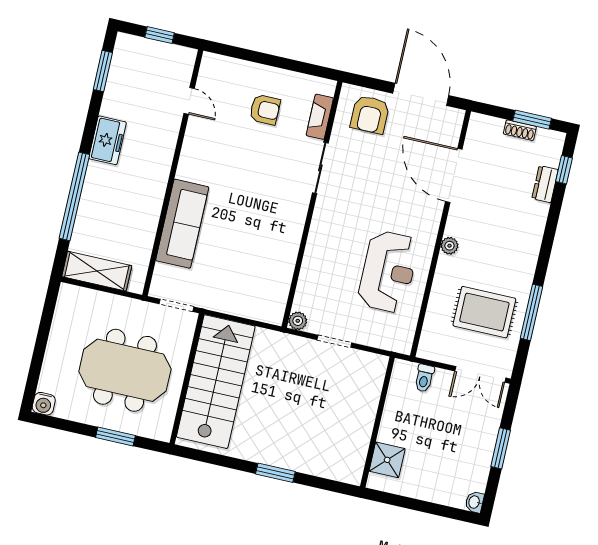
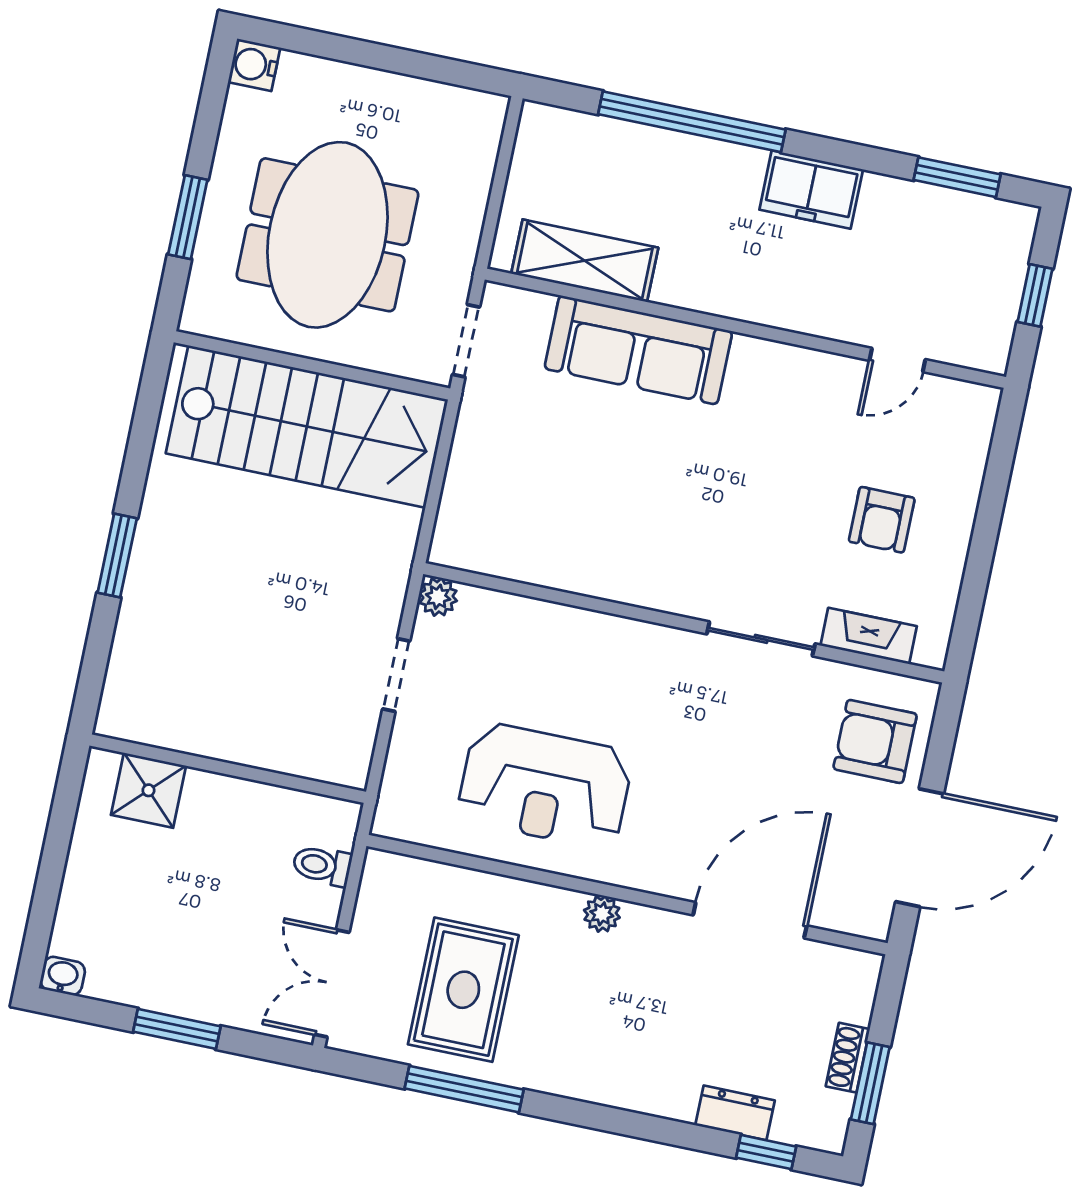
shelving: (97, 271) -> (585, 261), moved, turned 90

